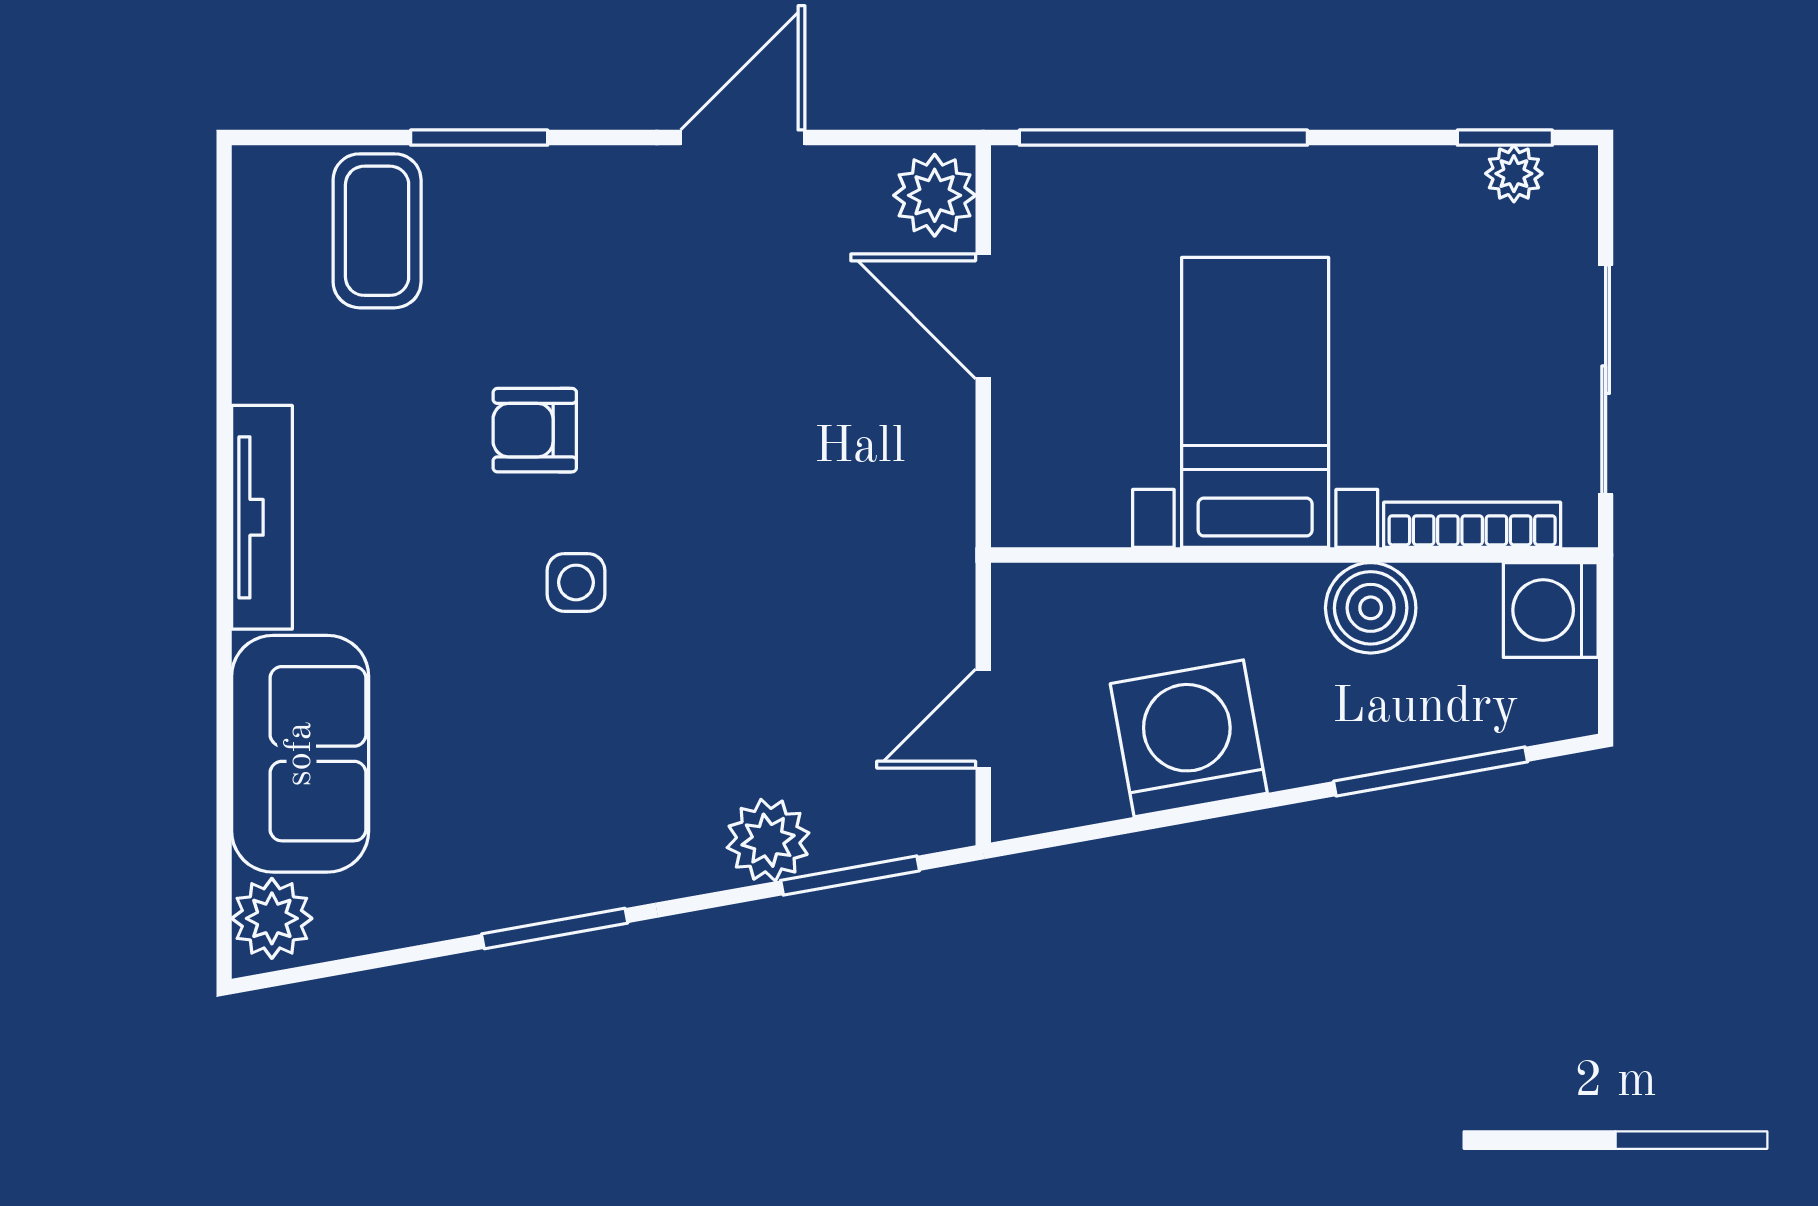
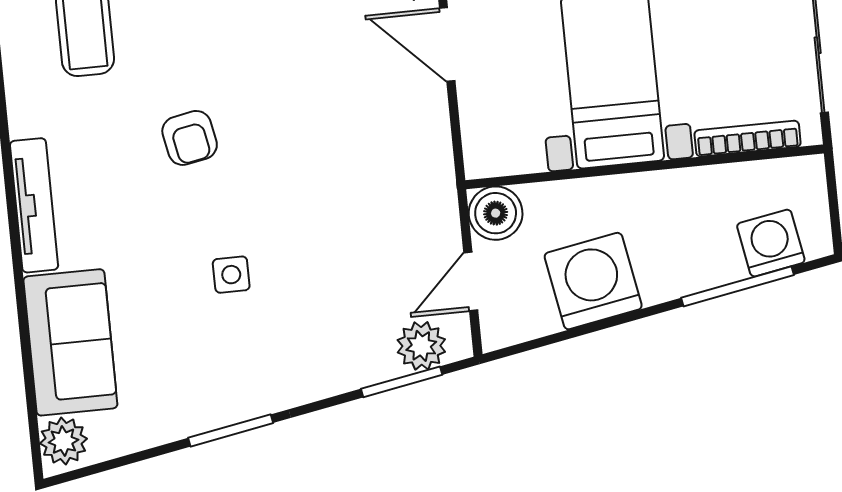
armchair: (535, 430) -> (190, 138), turned -101
side table: (576, 582) -> (231, 275), moved
boiler: (1371, 608) -> (496, 213), moved
washing machine: (1551, 610) -> (771, 243), moved, turned 80
plant: (768, 840) -> (421, 346), moved

